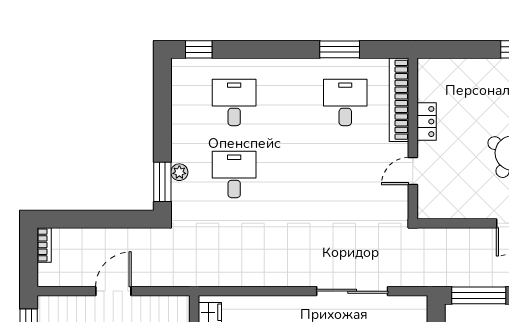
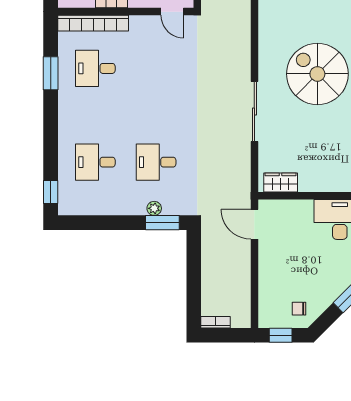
door: (413, 171) -> (172, 12), moved
door: (113, 291) -> (254, 224), moved
sliding door: (352, 291) -> (254, 111), moved

